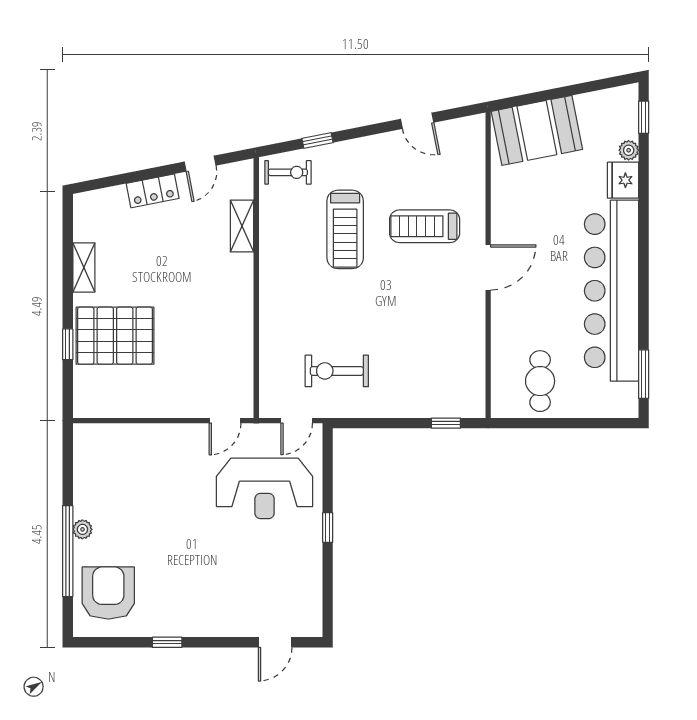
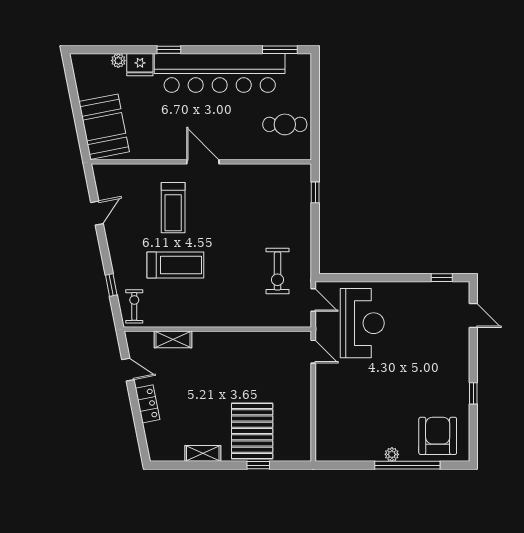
window: (644, 117) -> (169, 50), moved
window: (328, 527) -> (442, 278), moved
armchair: (108, 593) -> (438, 436), turned 90

